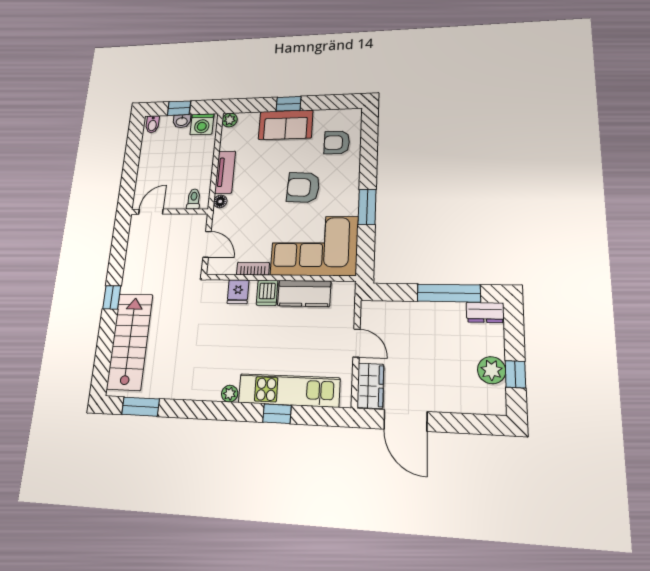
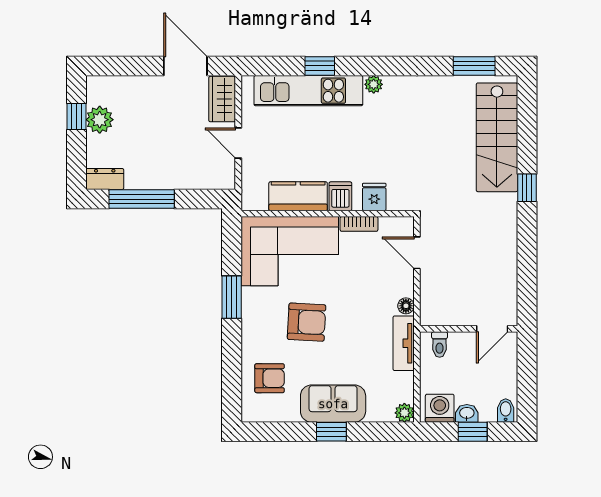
toilet: (194, 199) -> (440, 345), moved
door: (151, 212) -> (492, 329), moved
wall: (169, 212) -> (469, 329), moved

